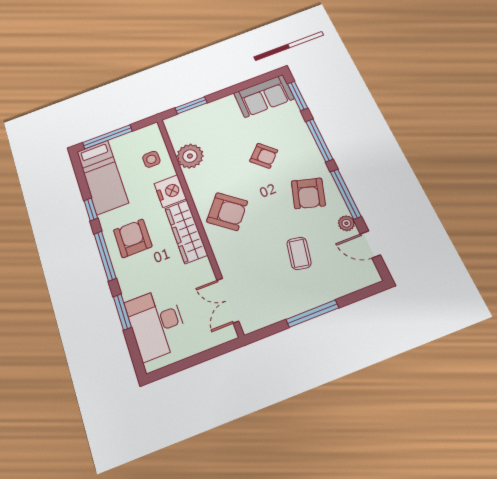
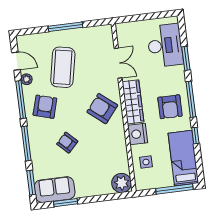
window: (191, 105) -> (66, 203), moved
plant: (190, 156) -> (122, 183), moved
coffee table: (299, 253) -> (63, 67), width x1.86, depth x1.72
double door: (228, 300) -> (118, 63), moved

